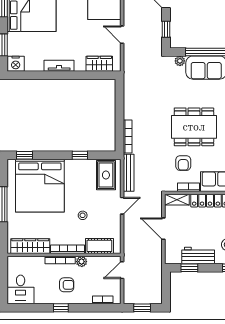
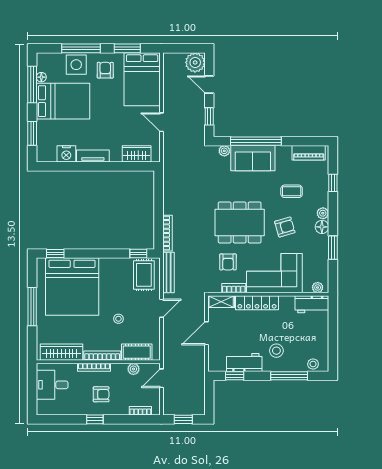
nightstand: (16, 64) -> (66, 154), moved
window: (80, 155) -> (138, 254), moved
door: (163, 229) -> (206, 333), hinge flipped
plant: (82, 262) -> (133, 369), moved
desk: (21, 289) -> (52, 385), moved, turned 90

